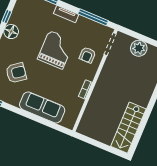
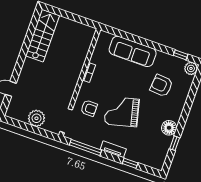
grand piano: (56, 50) -> (122, 112), turned 76
armchair: (87, 55) -> (89, 108), turned 90
armchair: (16, 73) -> (161, 86), turned 42

